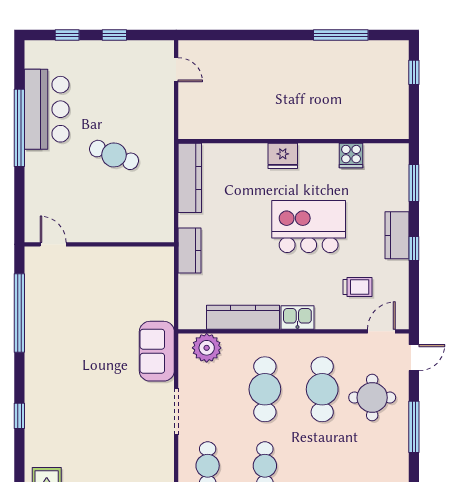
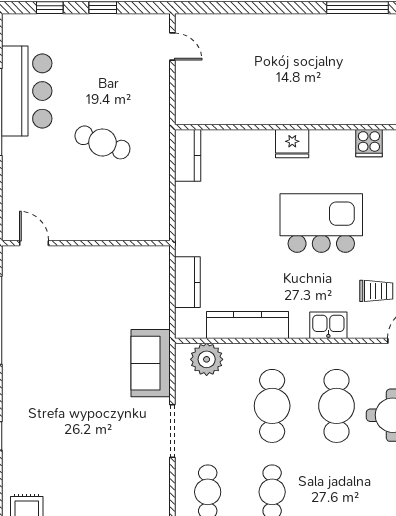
kitchen counter: (190, 178) -> (188, 155), width x0.67
kitchen counter: (190, 250) -> (187, 282), moved
kitchen sink: (297, 317) -> (328, 325), moved

